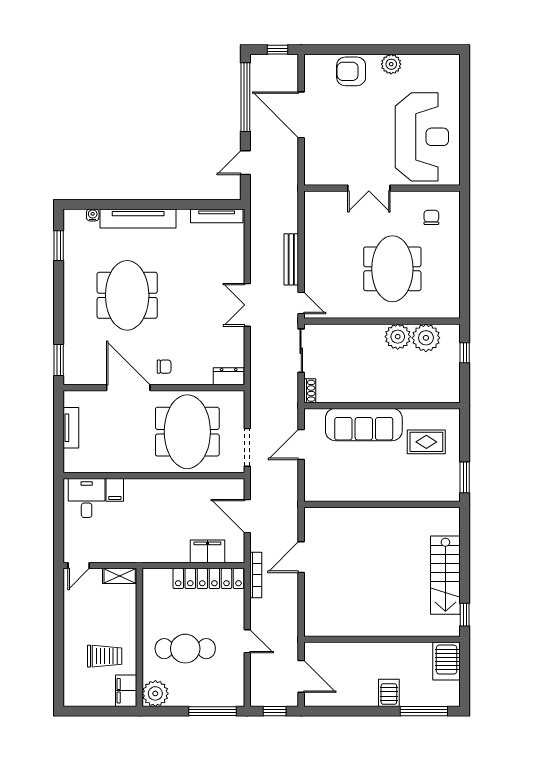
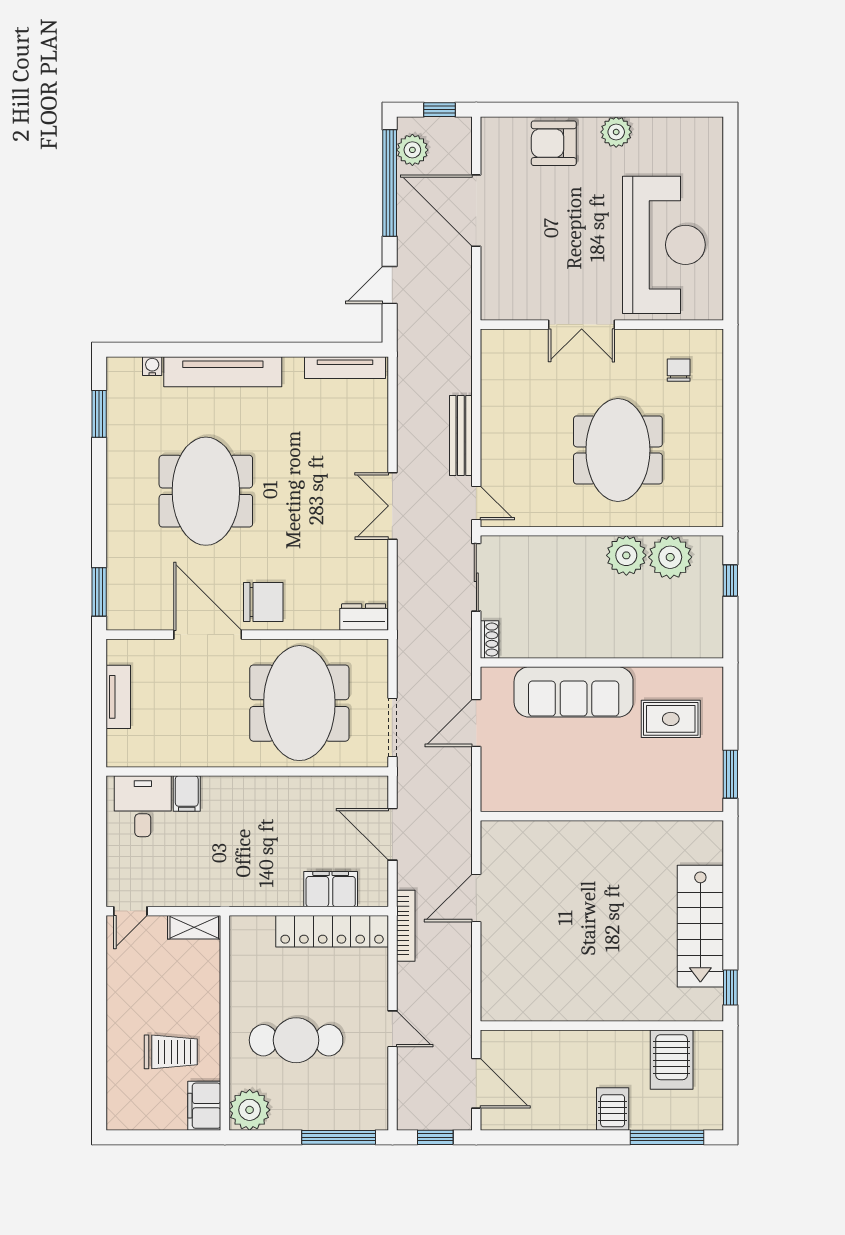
plant: (260, 76) -> (412, 150), added
chair: (164, 367) -> (263, 602), width x1.87, depth x1.87
server rack: (447, 661) -> (672, 1060), moved

